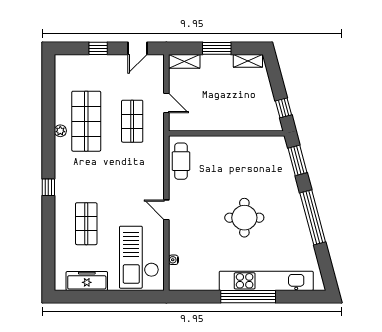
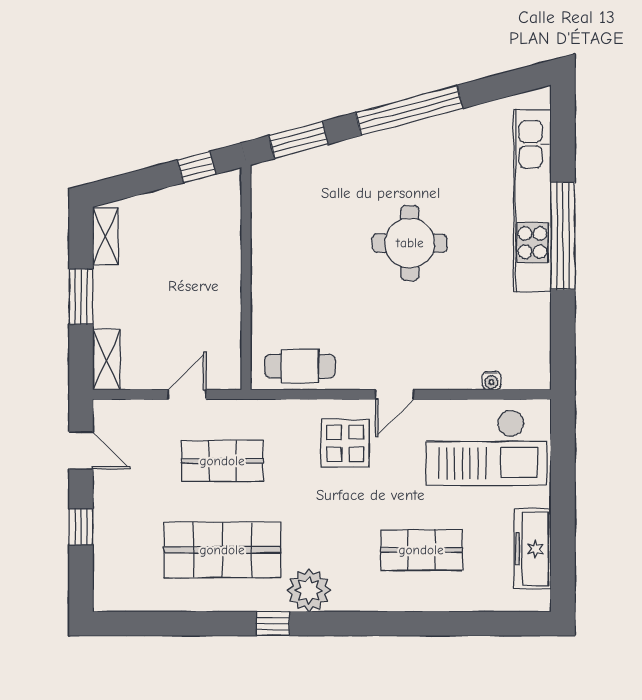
plant: (60, 131) -> (309, 590), moved, width x1.88, depth x1.88
display table: (141, 184) -> (345, 443), added
window: (48, 187) -> (273, 624), moved

